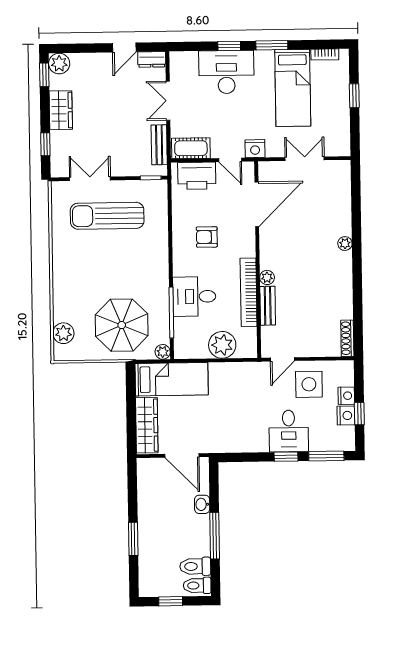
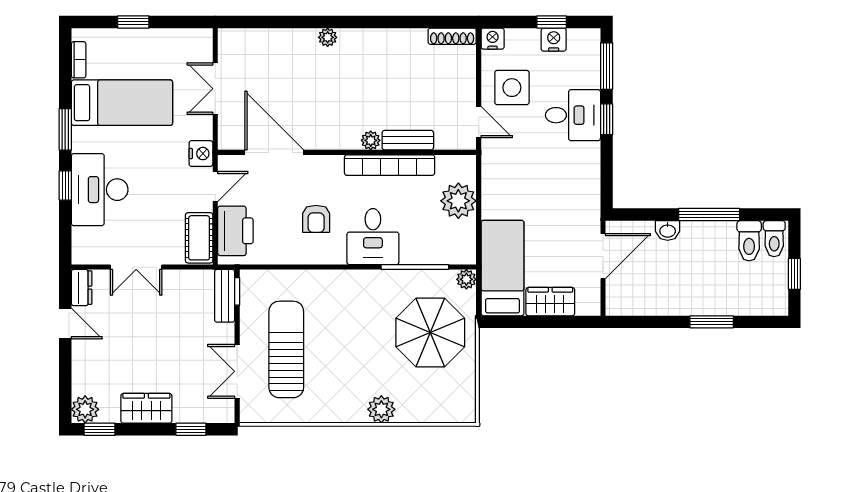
bench: (159, 145) -> (225, 296), moved, turned 90
sun lounger: (107, 216) -> (286, 349), turned 180
desk: (194, 297) -> (373, 237), moved
plant: (63, 333) -> (381, 409), moved
nightstand: (346, 396) -> (493, 39), moved
wardrobe: (147, 425) -> (550, 302), width x0.67

